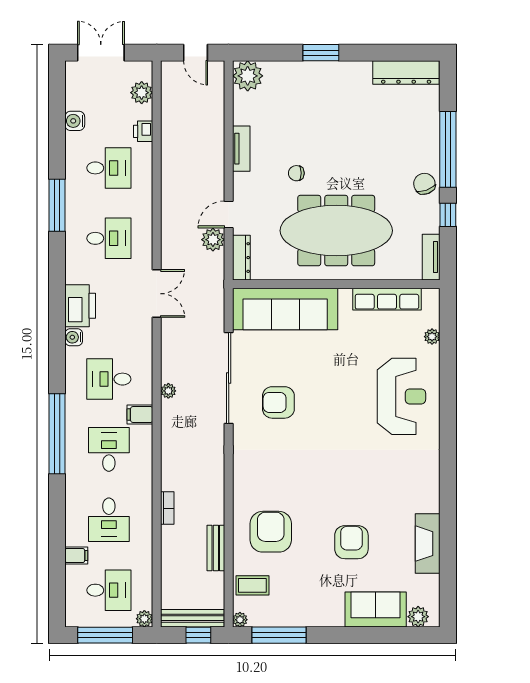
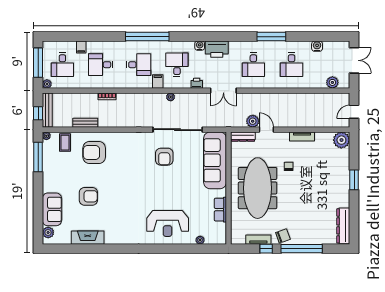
printer: (143, 131) -> (197, 83), moved
tv unit: (431, 257) -> (258, 240), moved
row of seats: (387, 299) -> (220, 210), width x0.68
armchair: (278, 402) -> (164, 157), turned 180
armchair: (271, 532) -> (94, 153), turned 180

